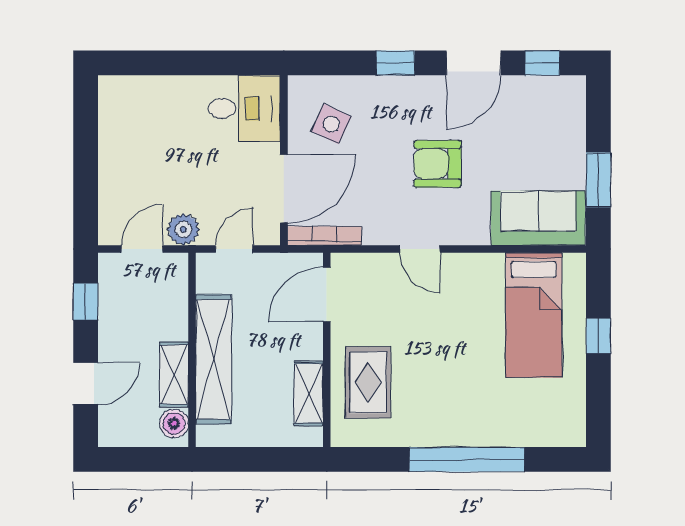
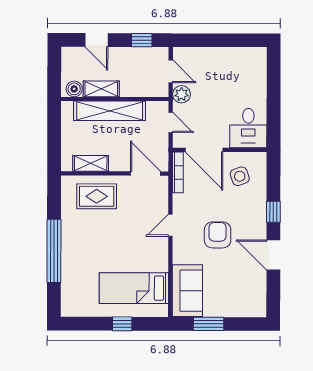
window: (542, 63) -> (273, 293), removed
side table: (331, 124) -> (240, 176), turned 45

